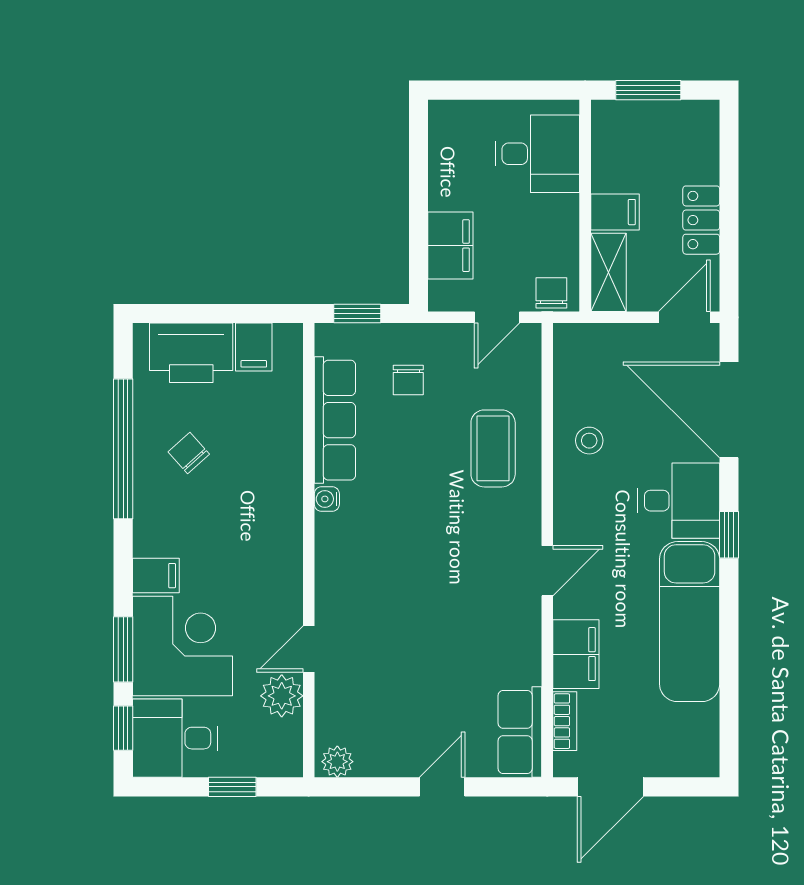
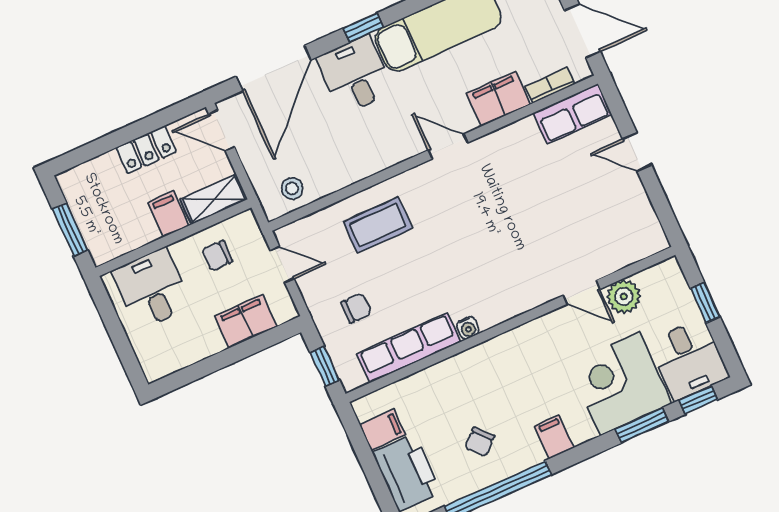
chair: (551, 293) -> (217, 256), moved
stool: (589, 441) -> (292, 189), moved
filing cabinet: (156, 576) -> (554, 437), moved
plant: (337, 762) -> (653, 235), removed

